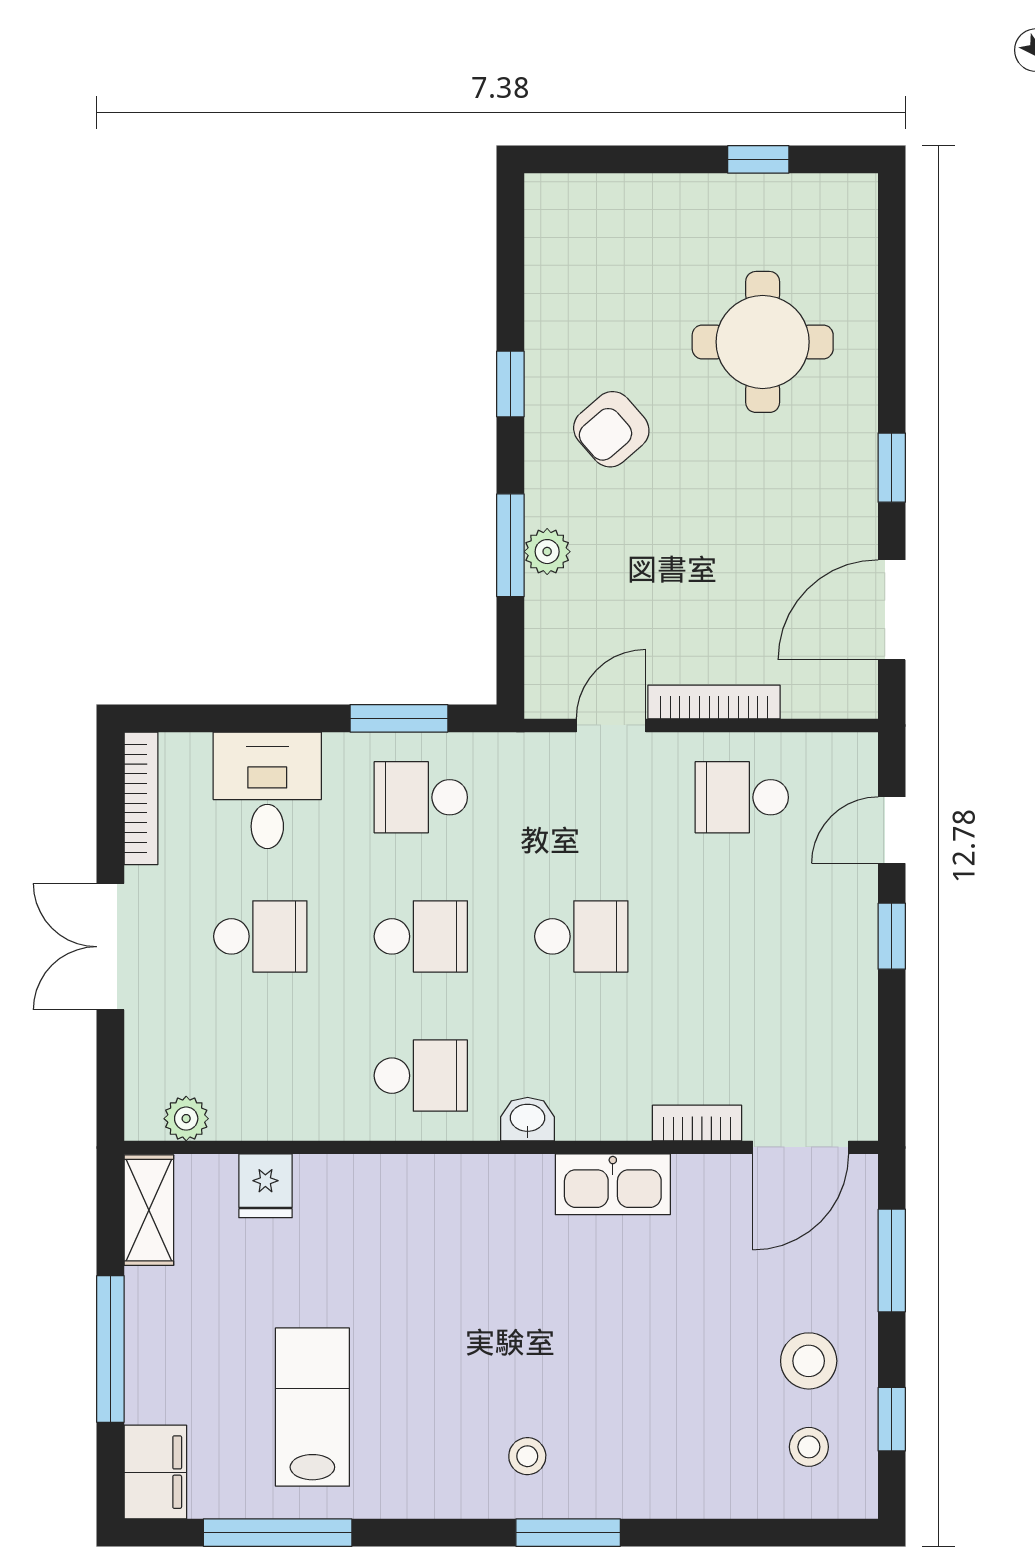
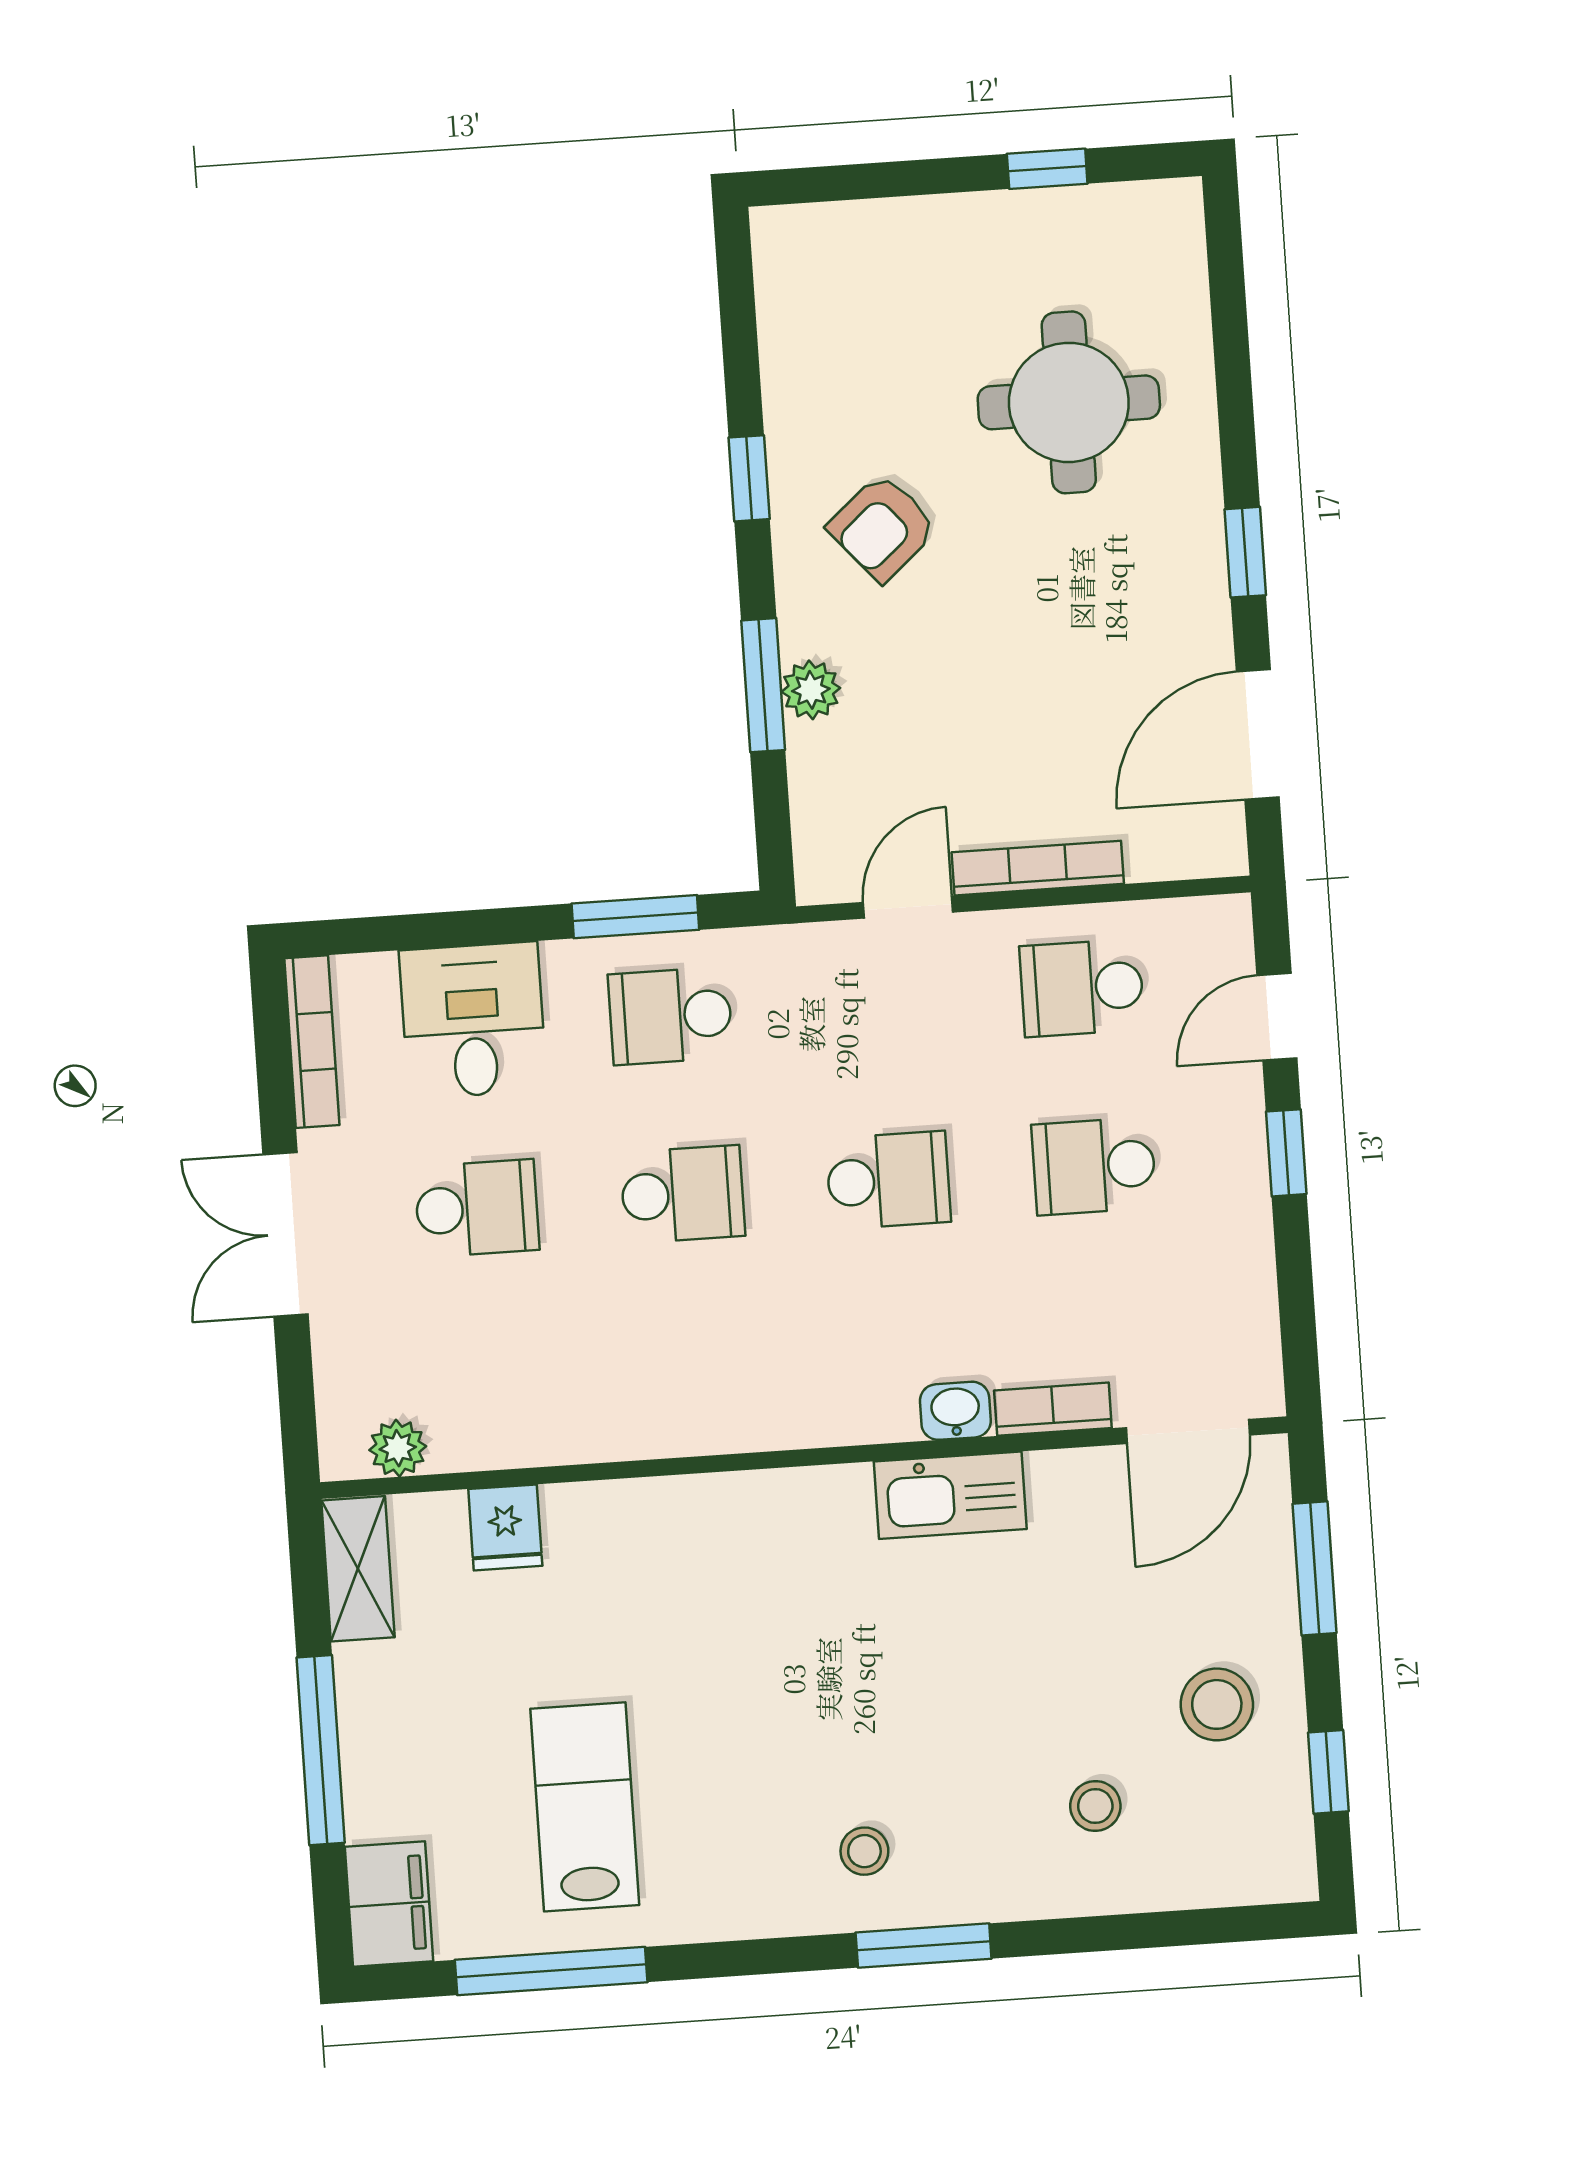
school desk: (421, 1076) -> (1094, 1166), moved, turned 180
washbasin: (528, 1119) -> (955, 1411), moved
stool: (809, 1447) -> (1095, 1806), moved

